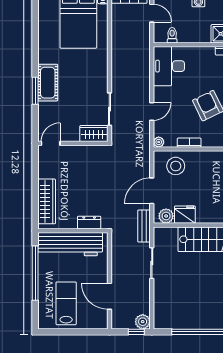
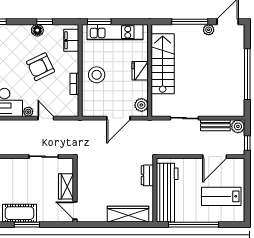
wardrobe: (94, 134) -> (66, 186), moved
plant: (159, 142) -> (28, 112), moved
stool: (176, 166) -> (97, 75), moved
door: (152, 191) -> (118, 118), hinge flipped
fridge: (185, 215) -> (140, 71), moved
bench: (144, 226) -> (215, 125), moved
window: (136, 332) -> (247, 143), moved

